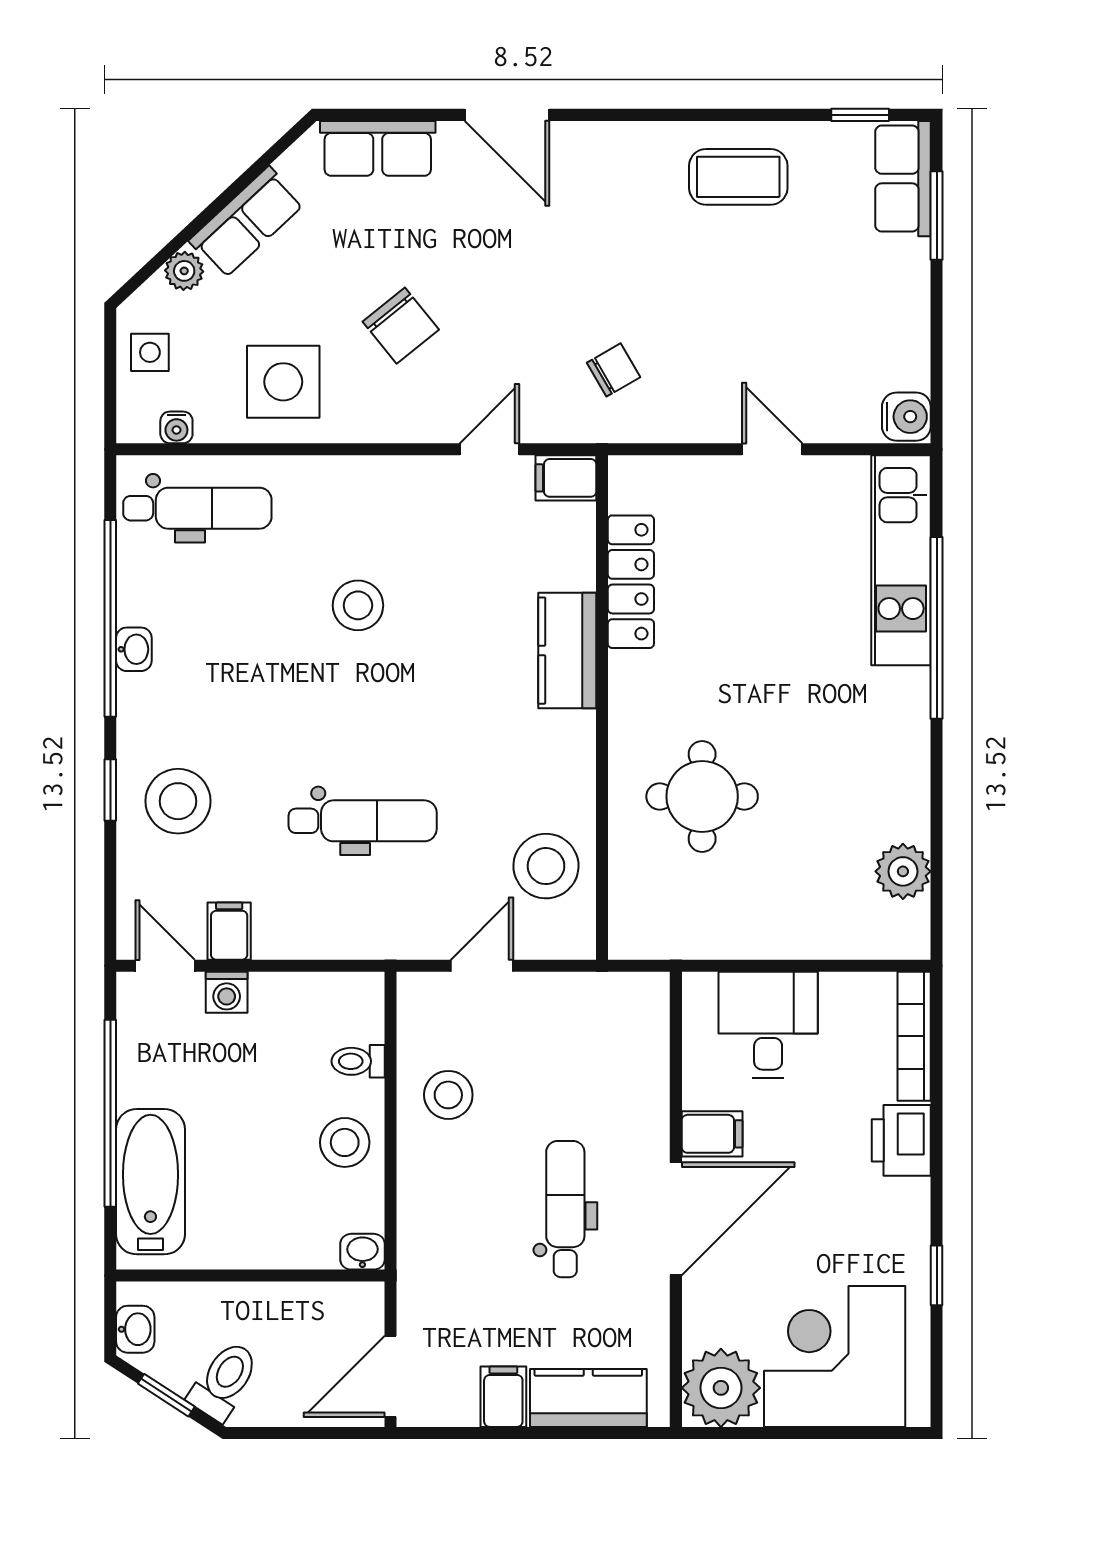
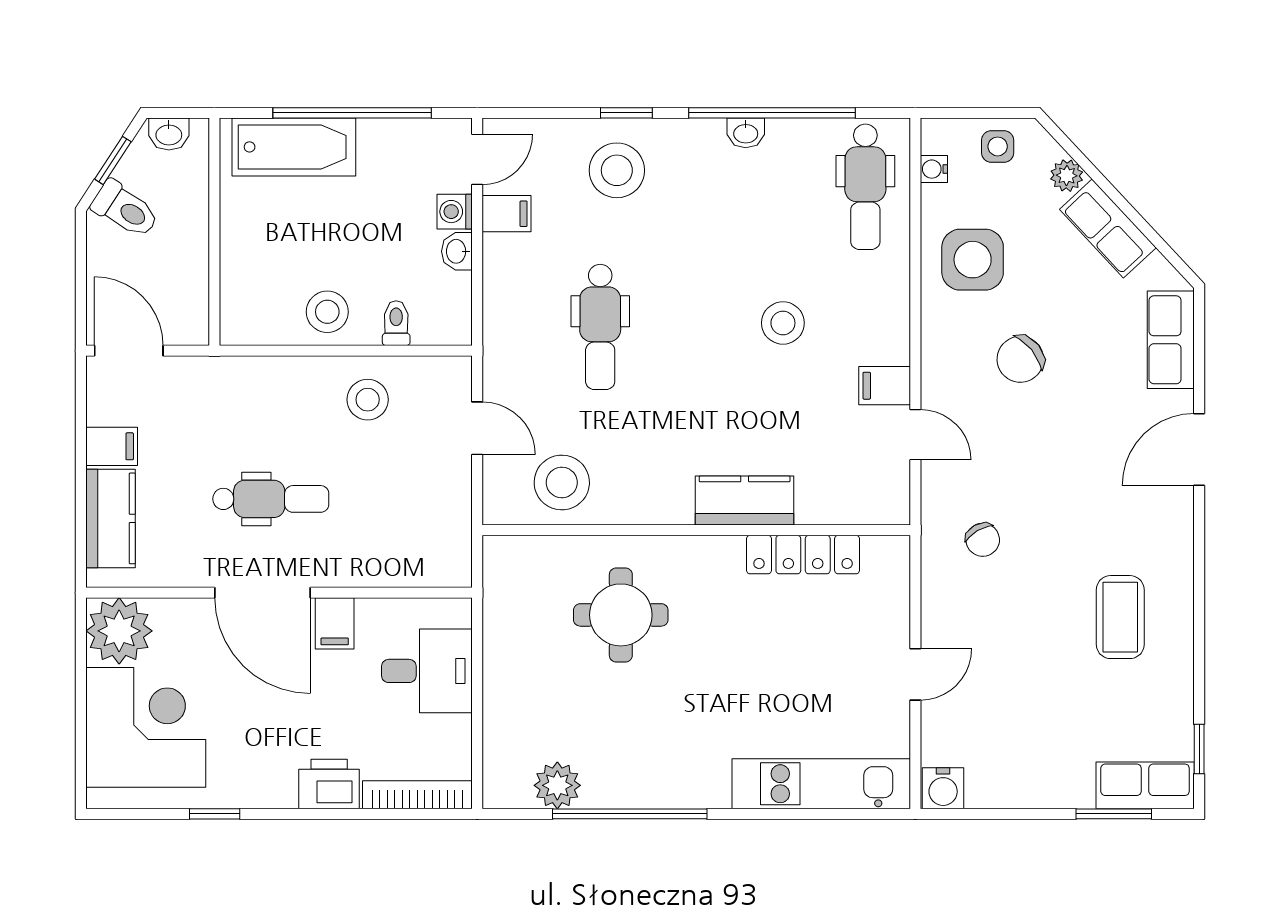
coffee table: (738, 177) -> (1120, 617), moved
filing cabinet: (566, 478) -> (885, 386), moved, turned -90
window: (937, 628) -> (630, 814), moved
washbasin: (362, 1252) -> (457, 251), moved, turned 180

